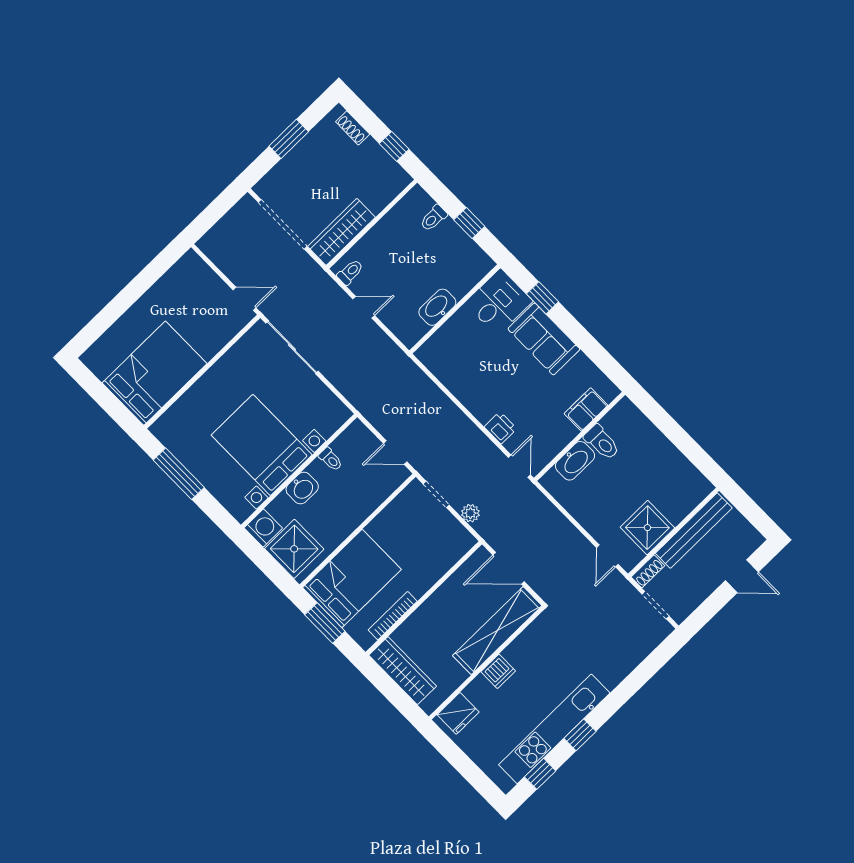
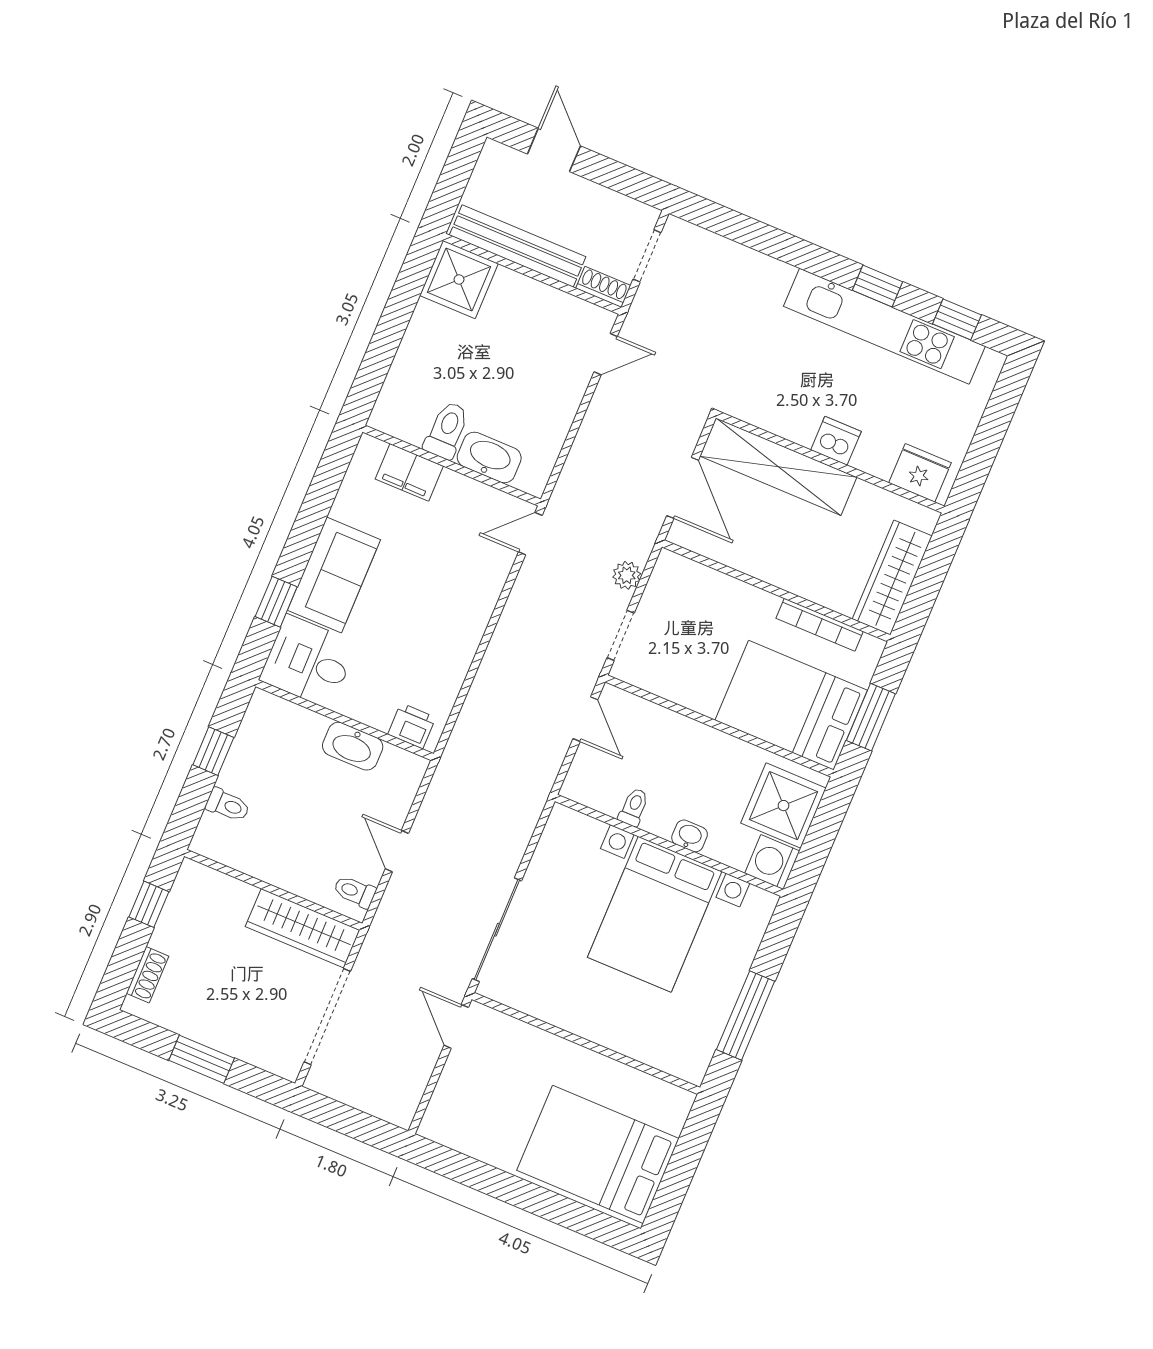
bed: (155, 373) -> (598, 1154), moved
printer: (500, 428) -> (412, 726), moved, turned 90
washbasin: (302, 488) -> (690, 836), width x0.72, depth x0.69
shower: (647, 528) -> (459, 280), moved

